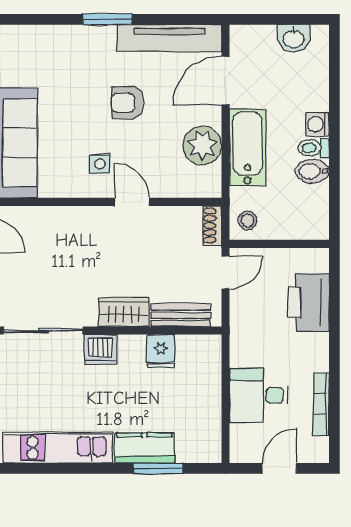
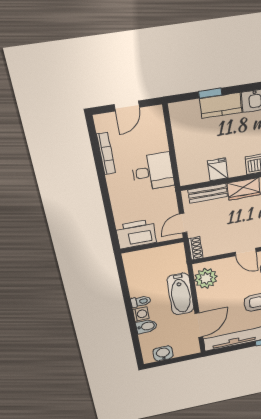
plant: (202, 145) -> (206, 278), moved
bidet: (312, 171) -> (147, 326), moved
stool: (248, 220) -> (174, 255), removed
printer: (308, 302) -> (136, 234), moved, turned -90
desk: (259, 395) -> (153, 172), moved
window: (158, 468) -> (210, 93), width x0.67

